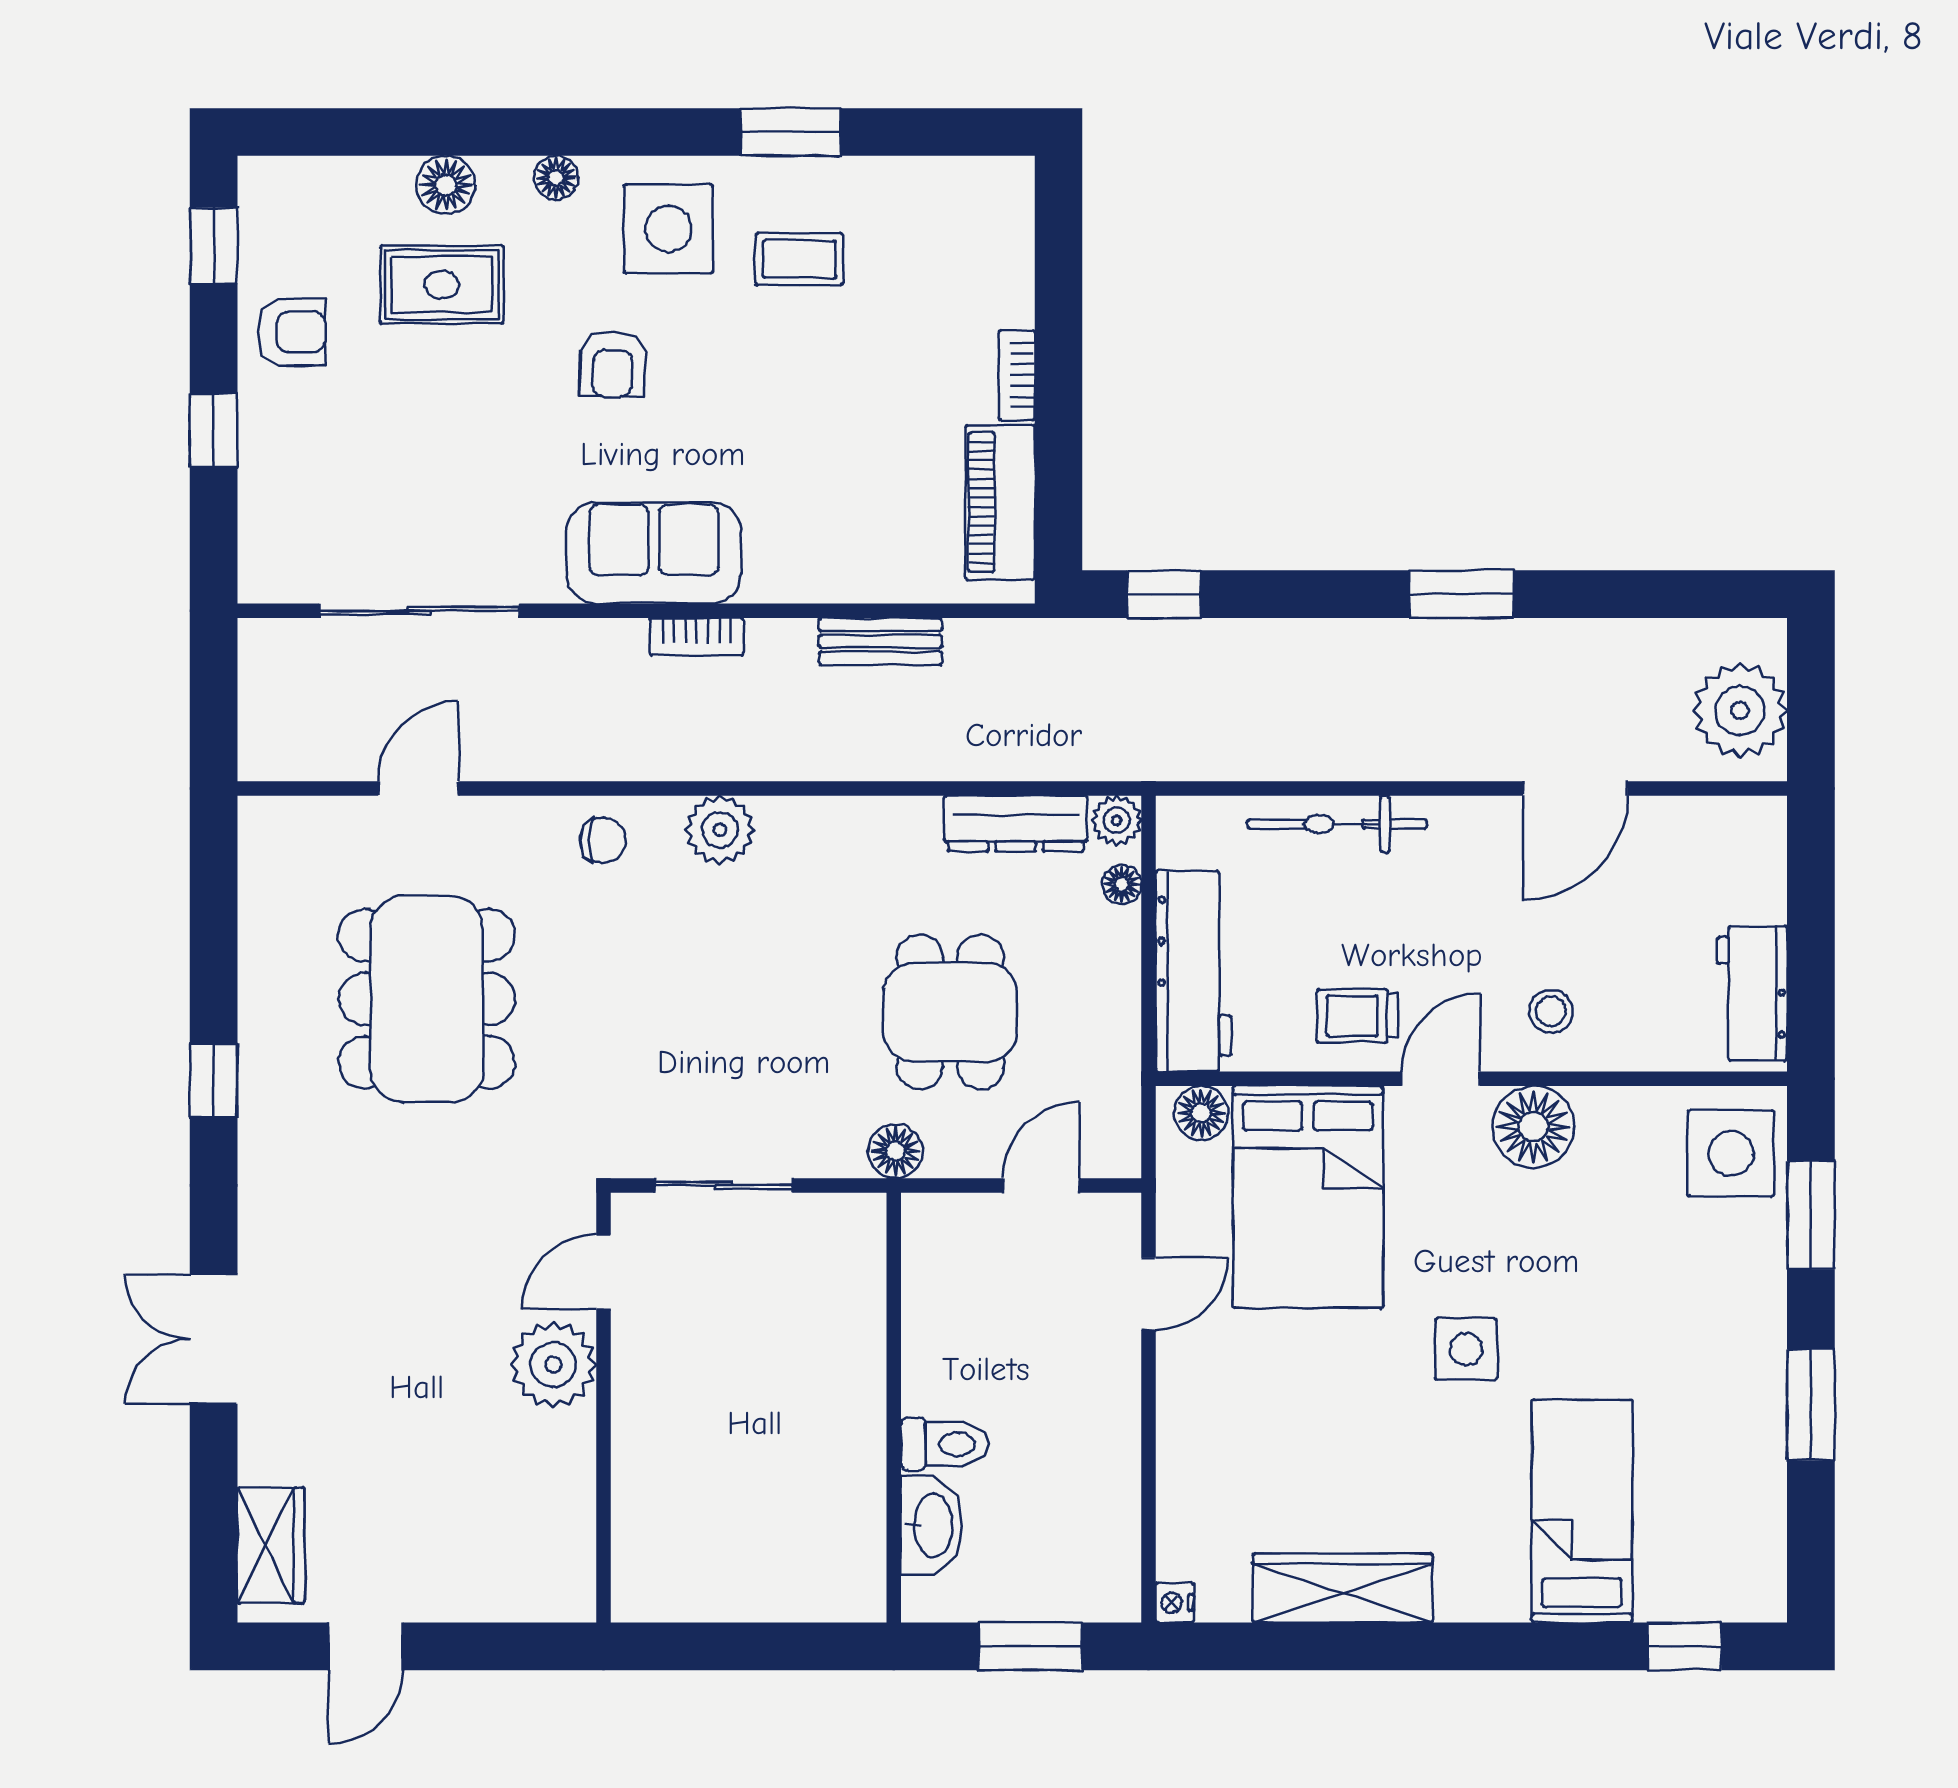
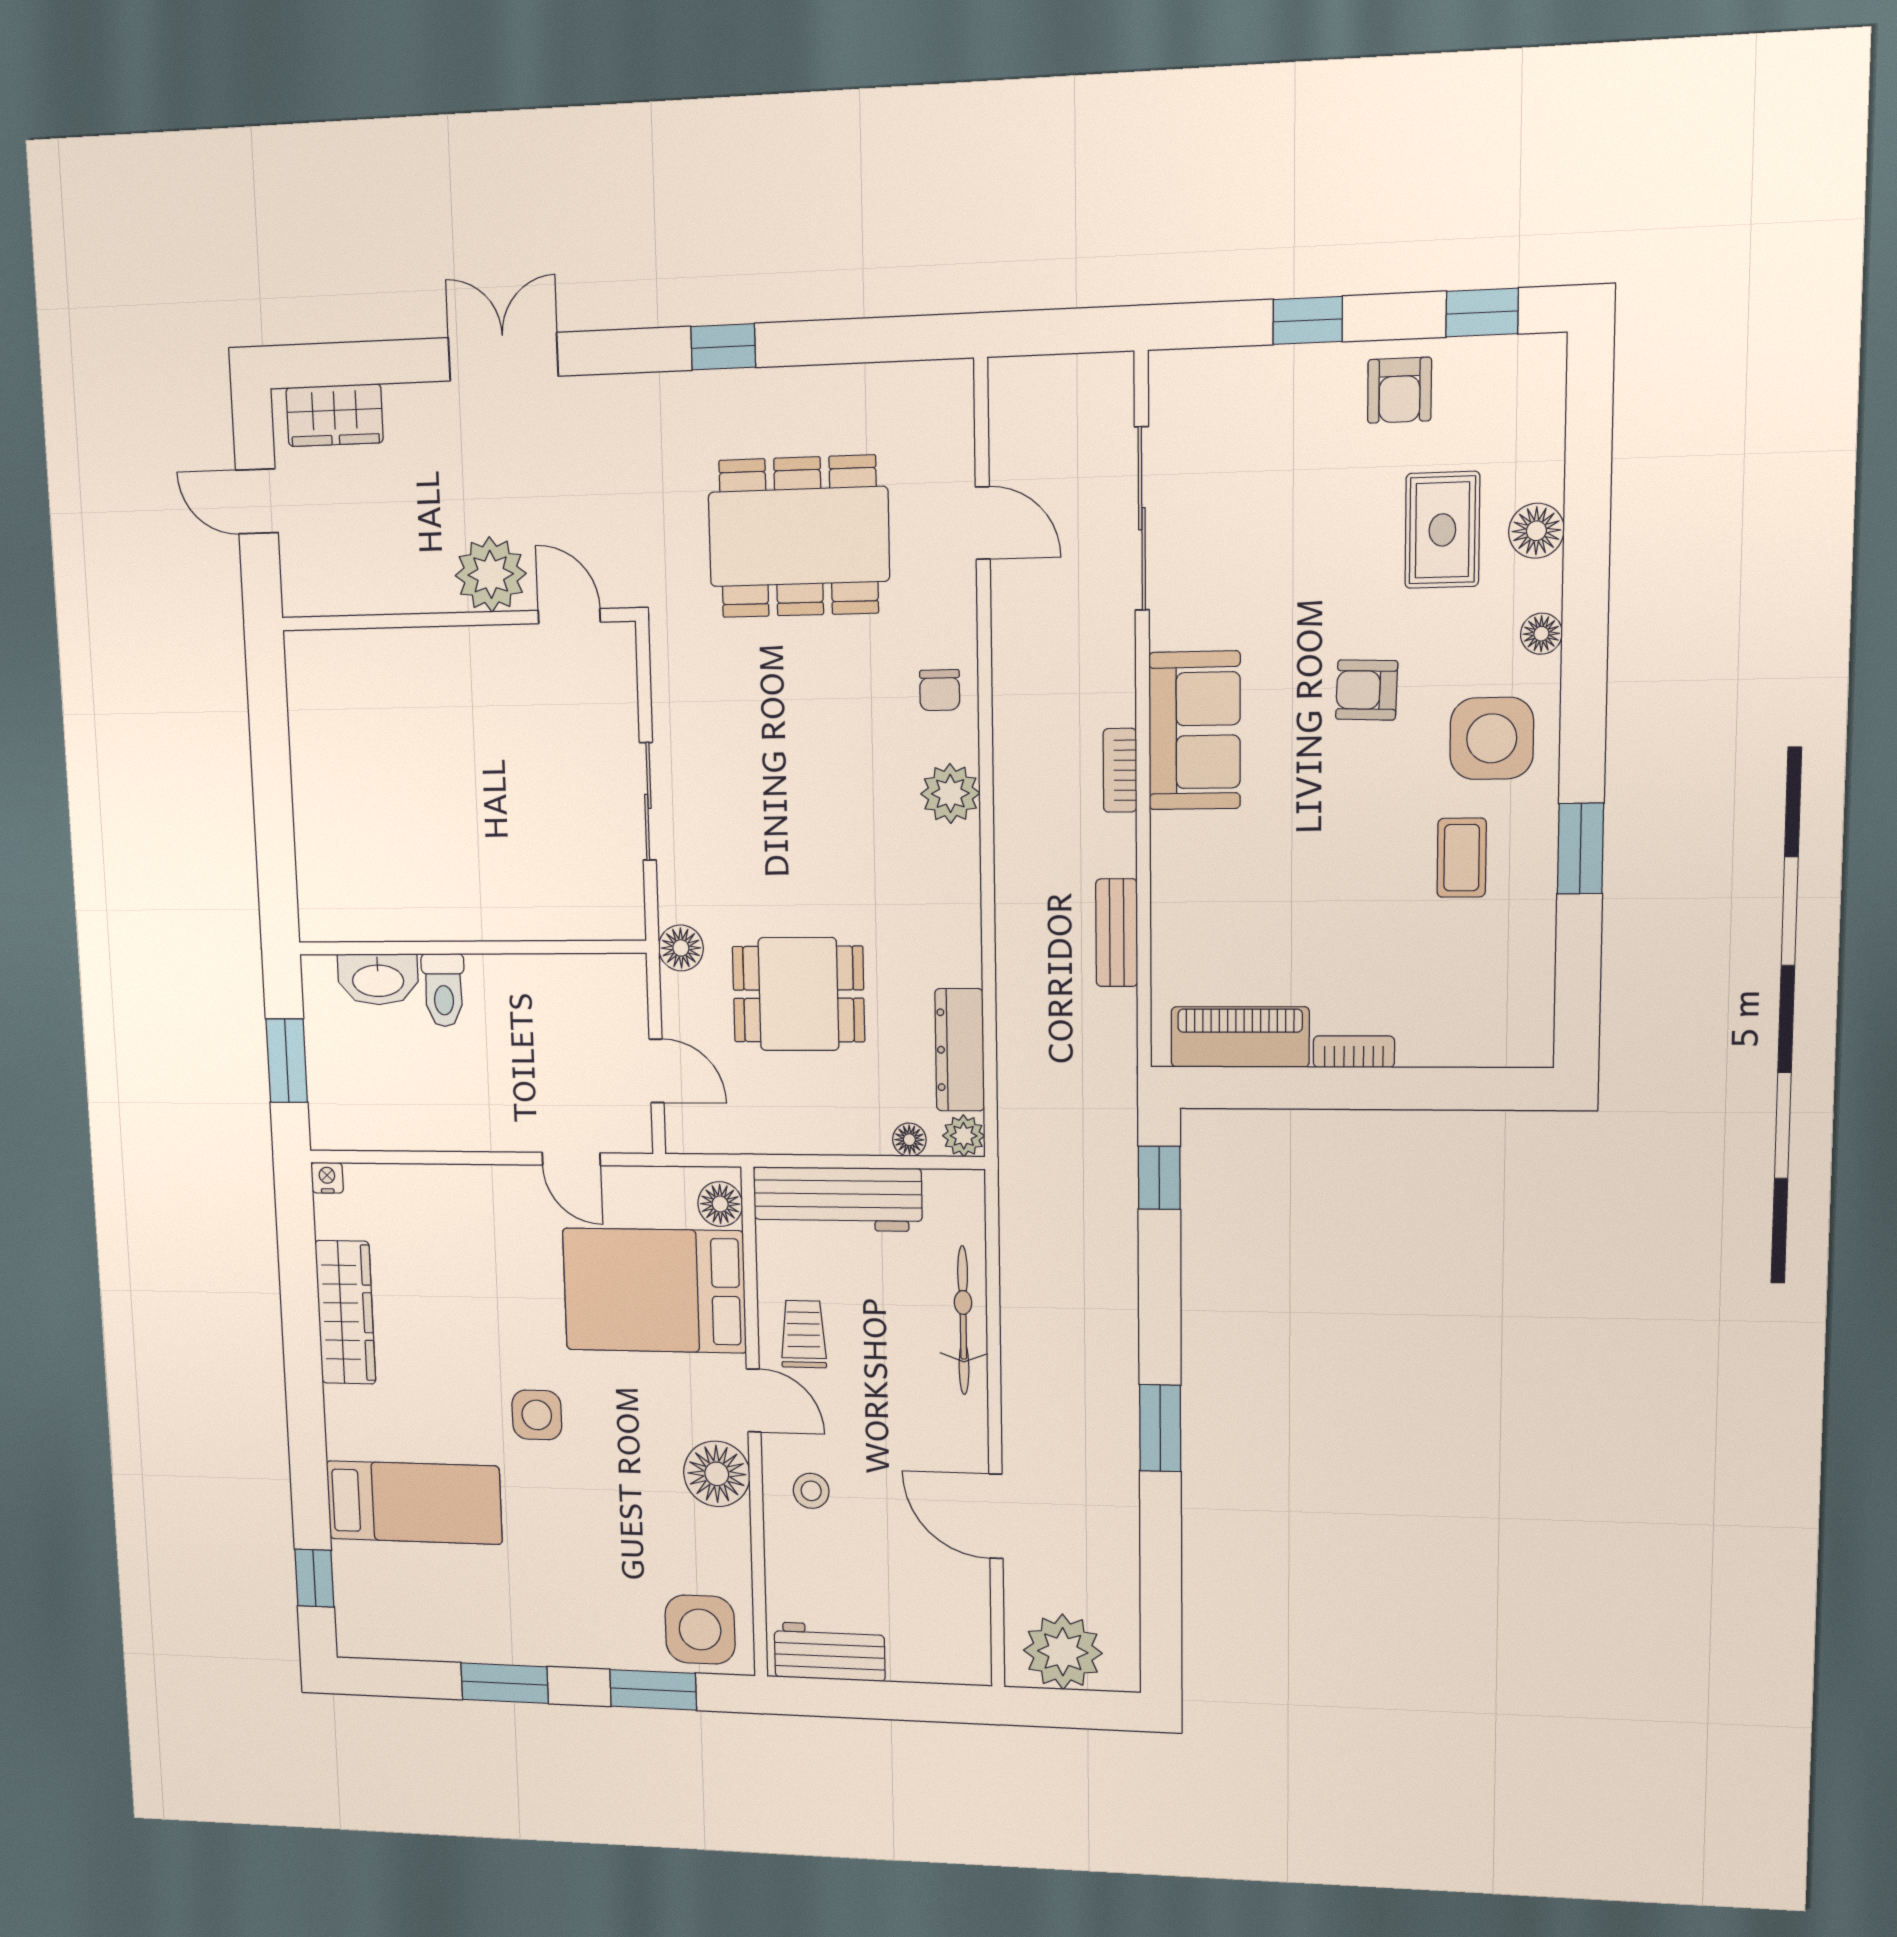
door: (603, 1272) -> (569, 616), moved
plant: (553, 1364) -> (491, 574), moved
wall: (603, 1408) -> (457, 619), moved

